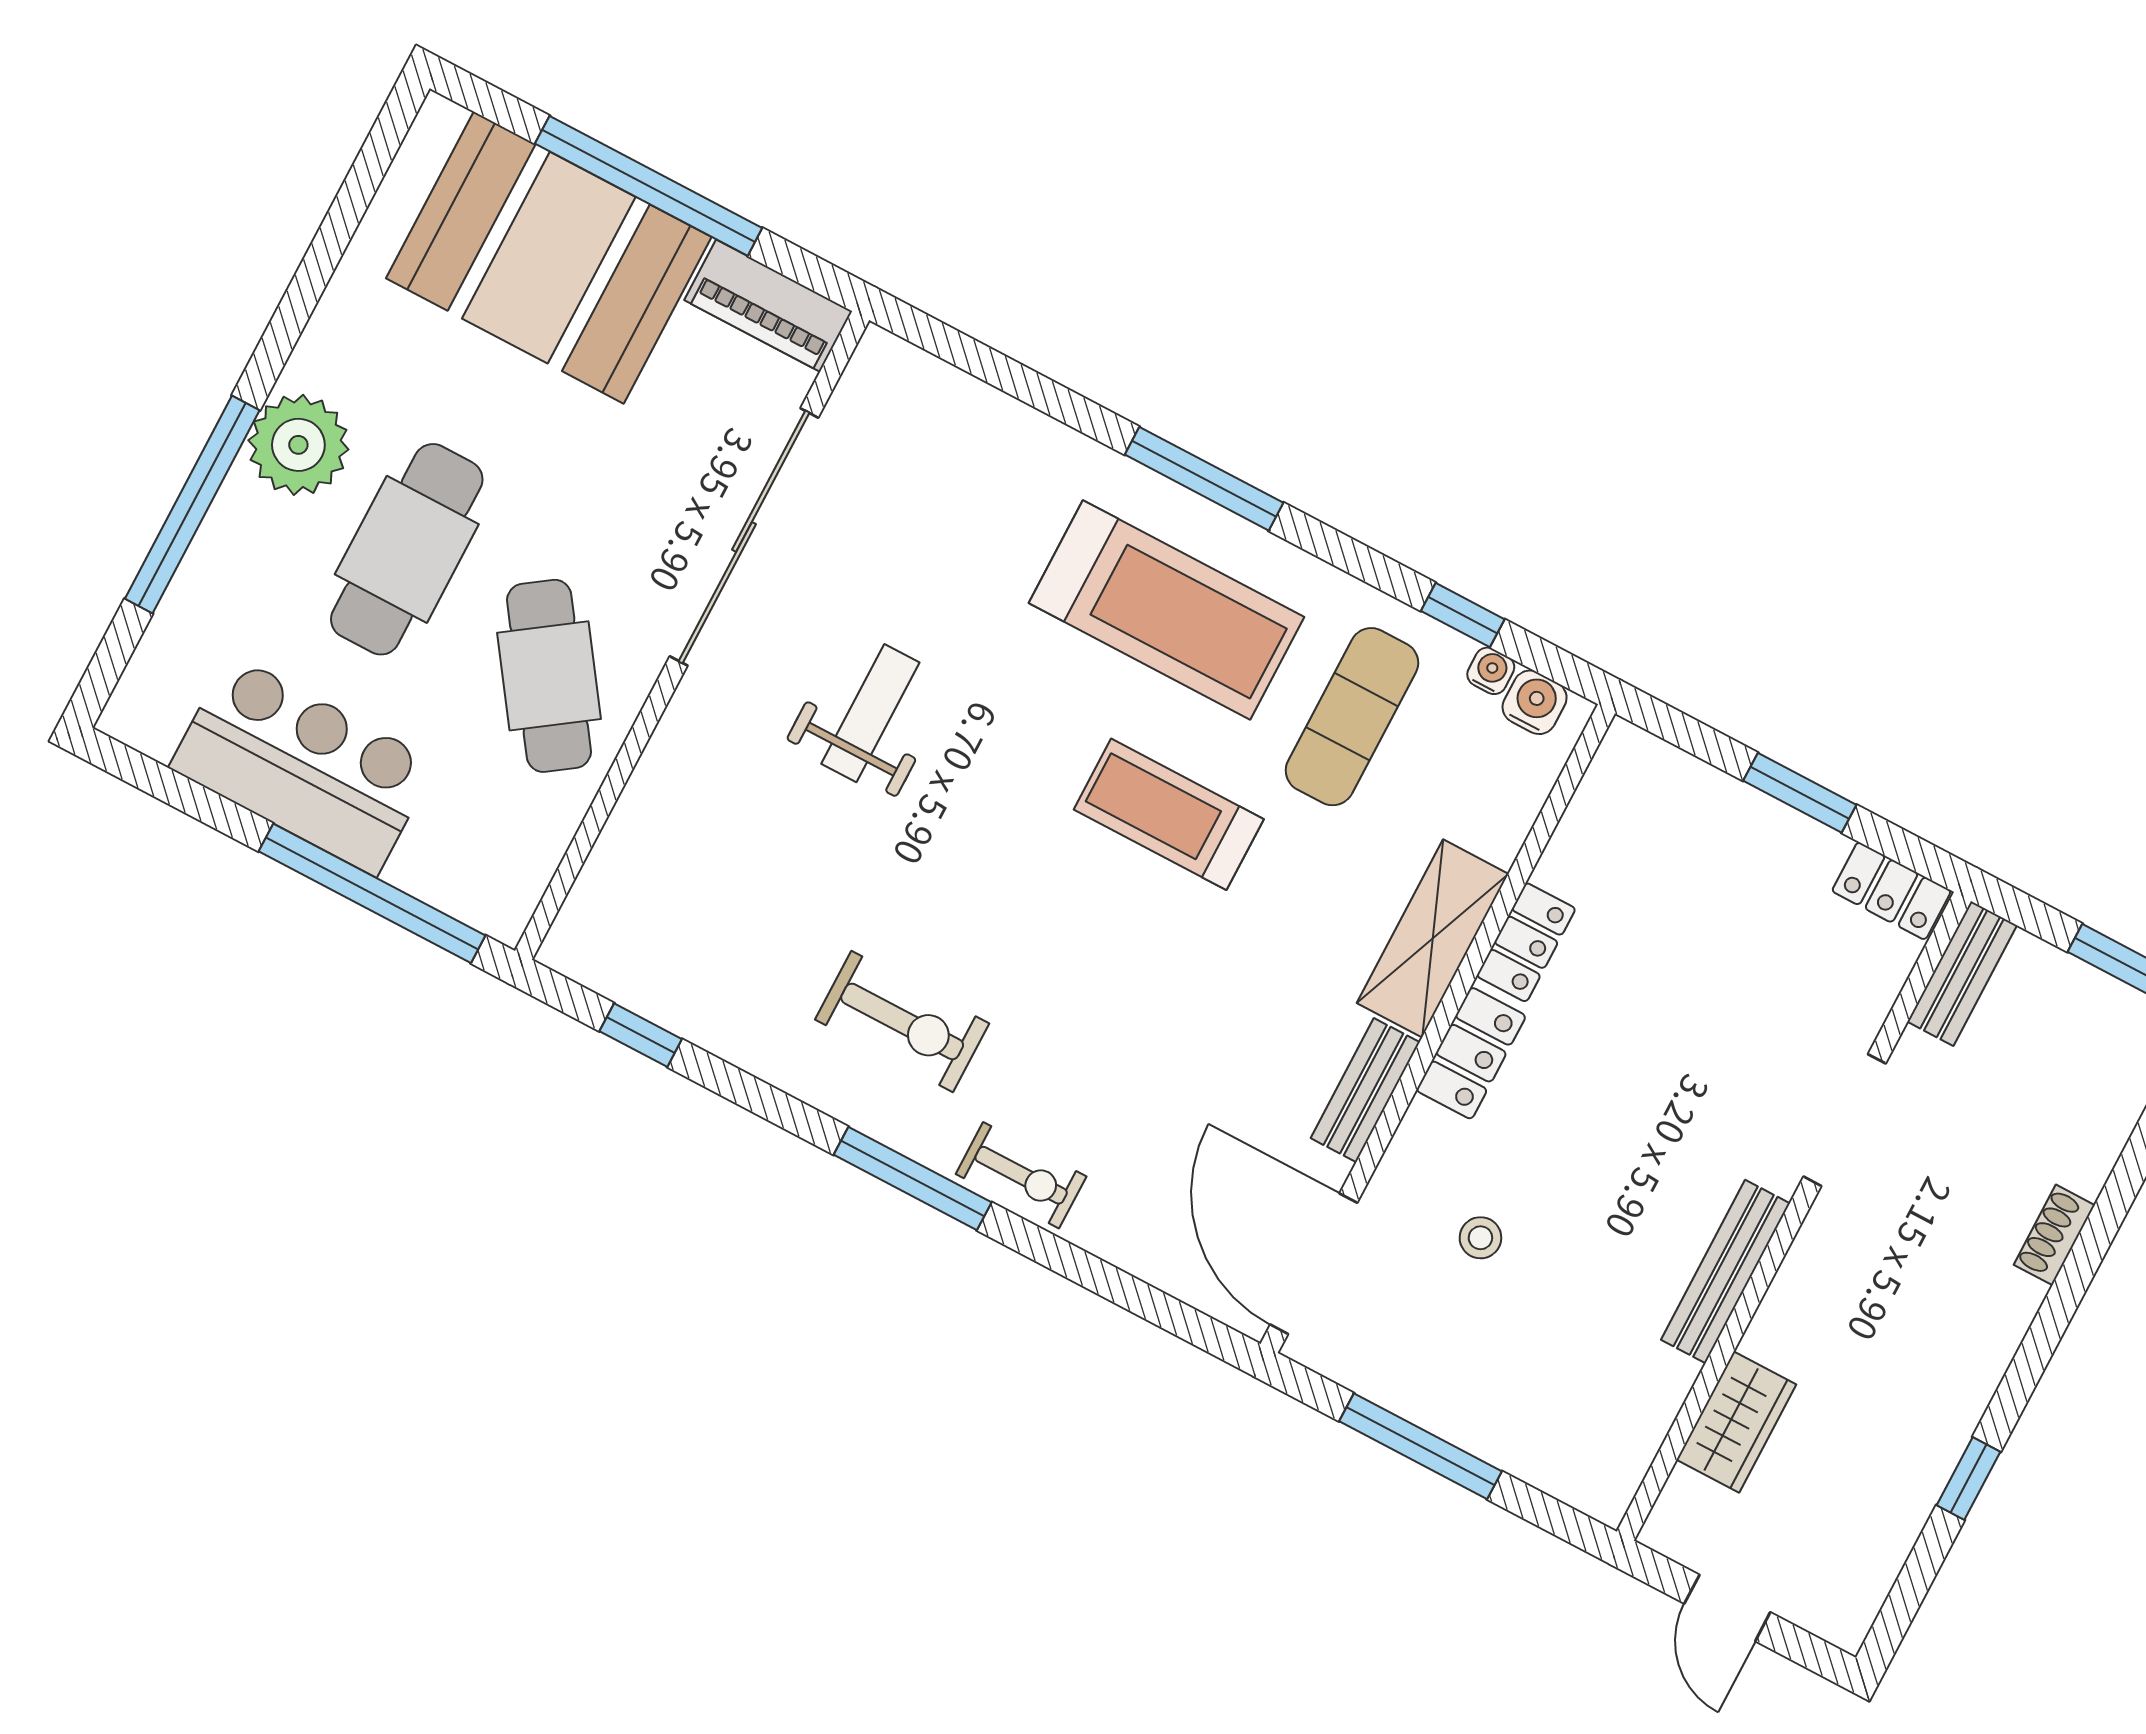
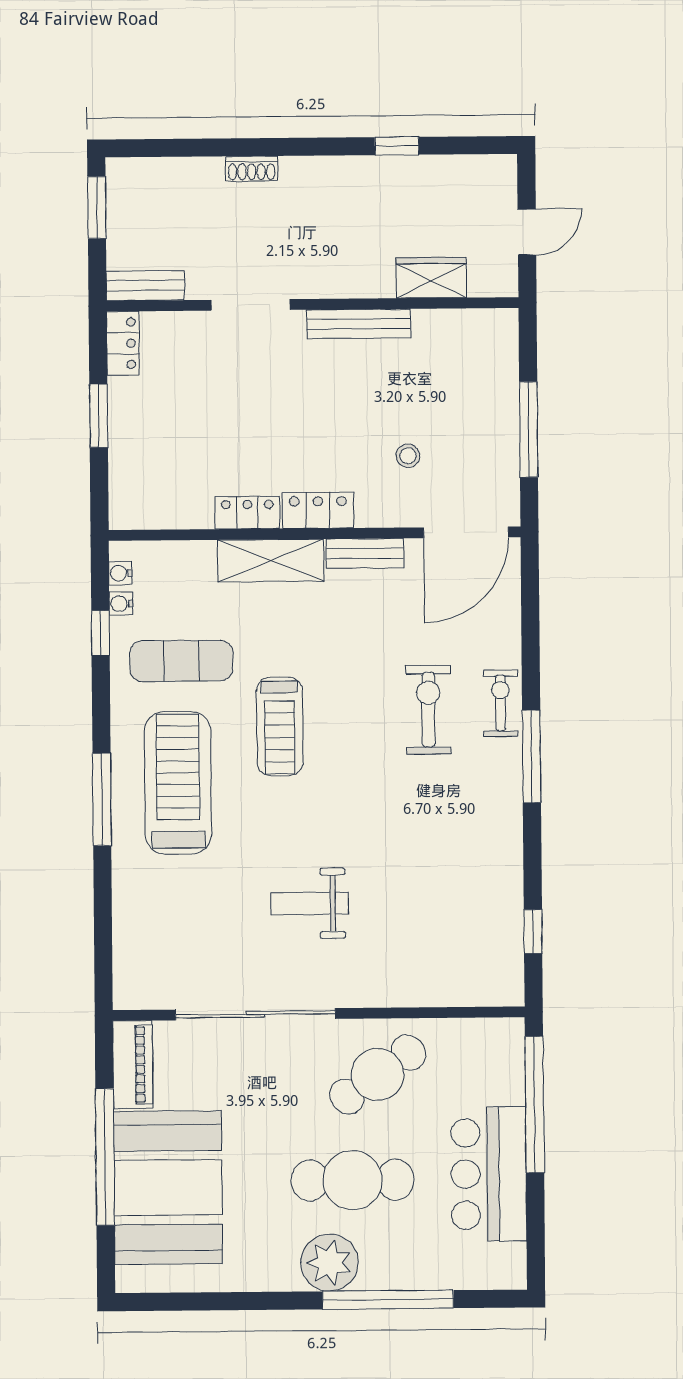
water cooler: (1535, 702) -> (120, 573), width x0.72, depth x0.72
exercise bike: (902, 1021) -> (428, 710), moved

